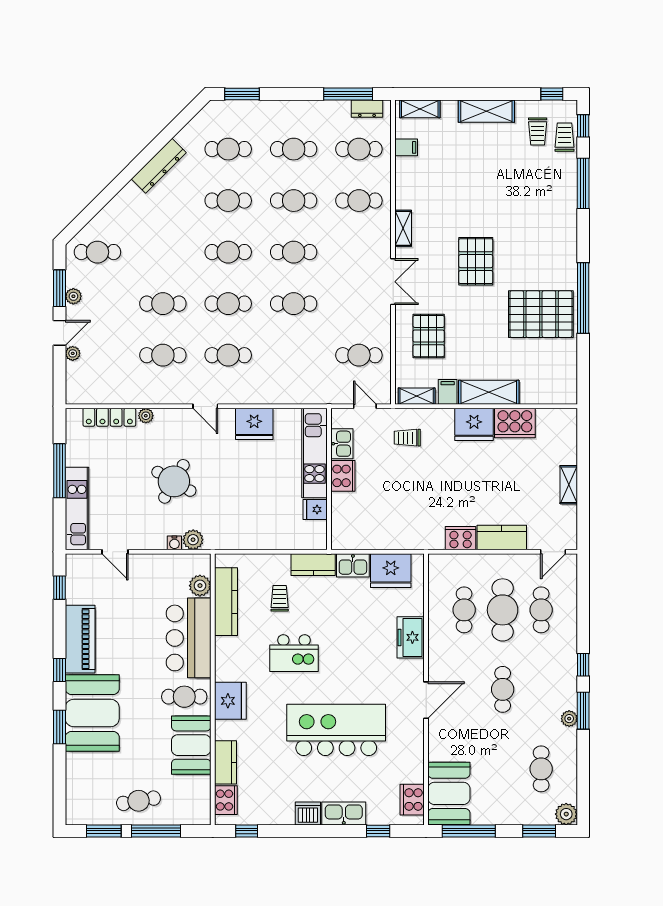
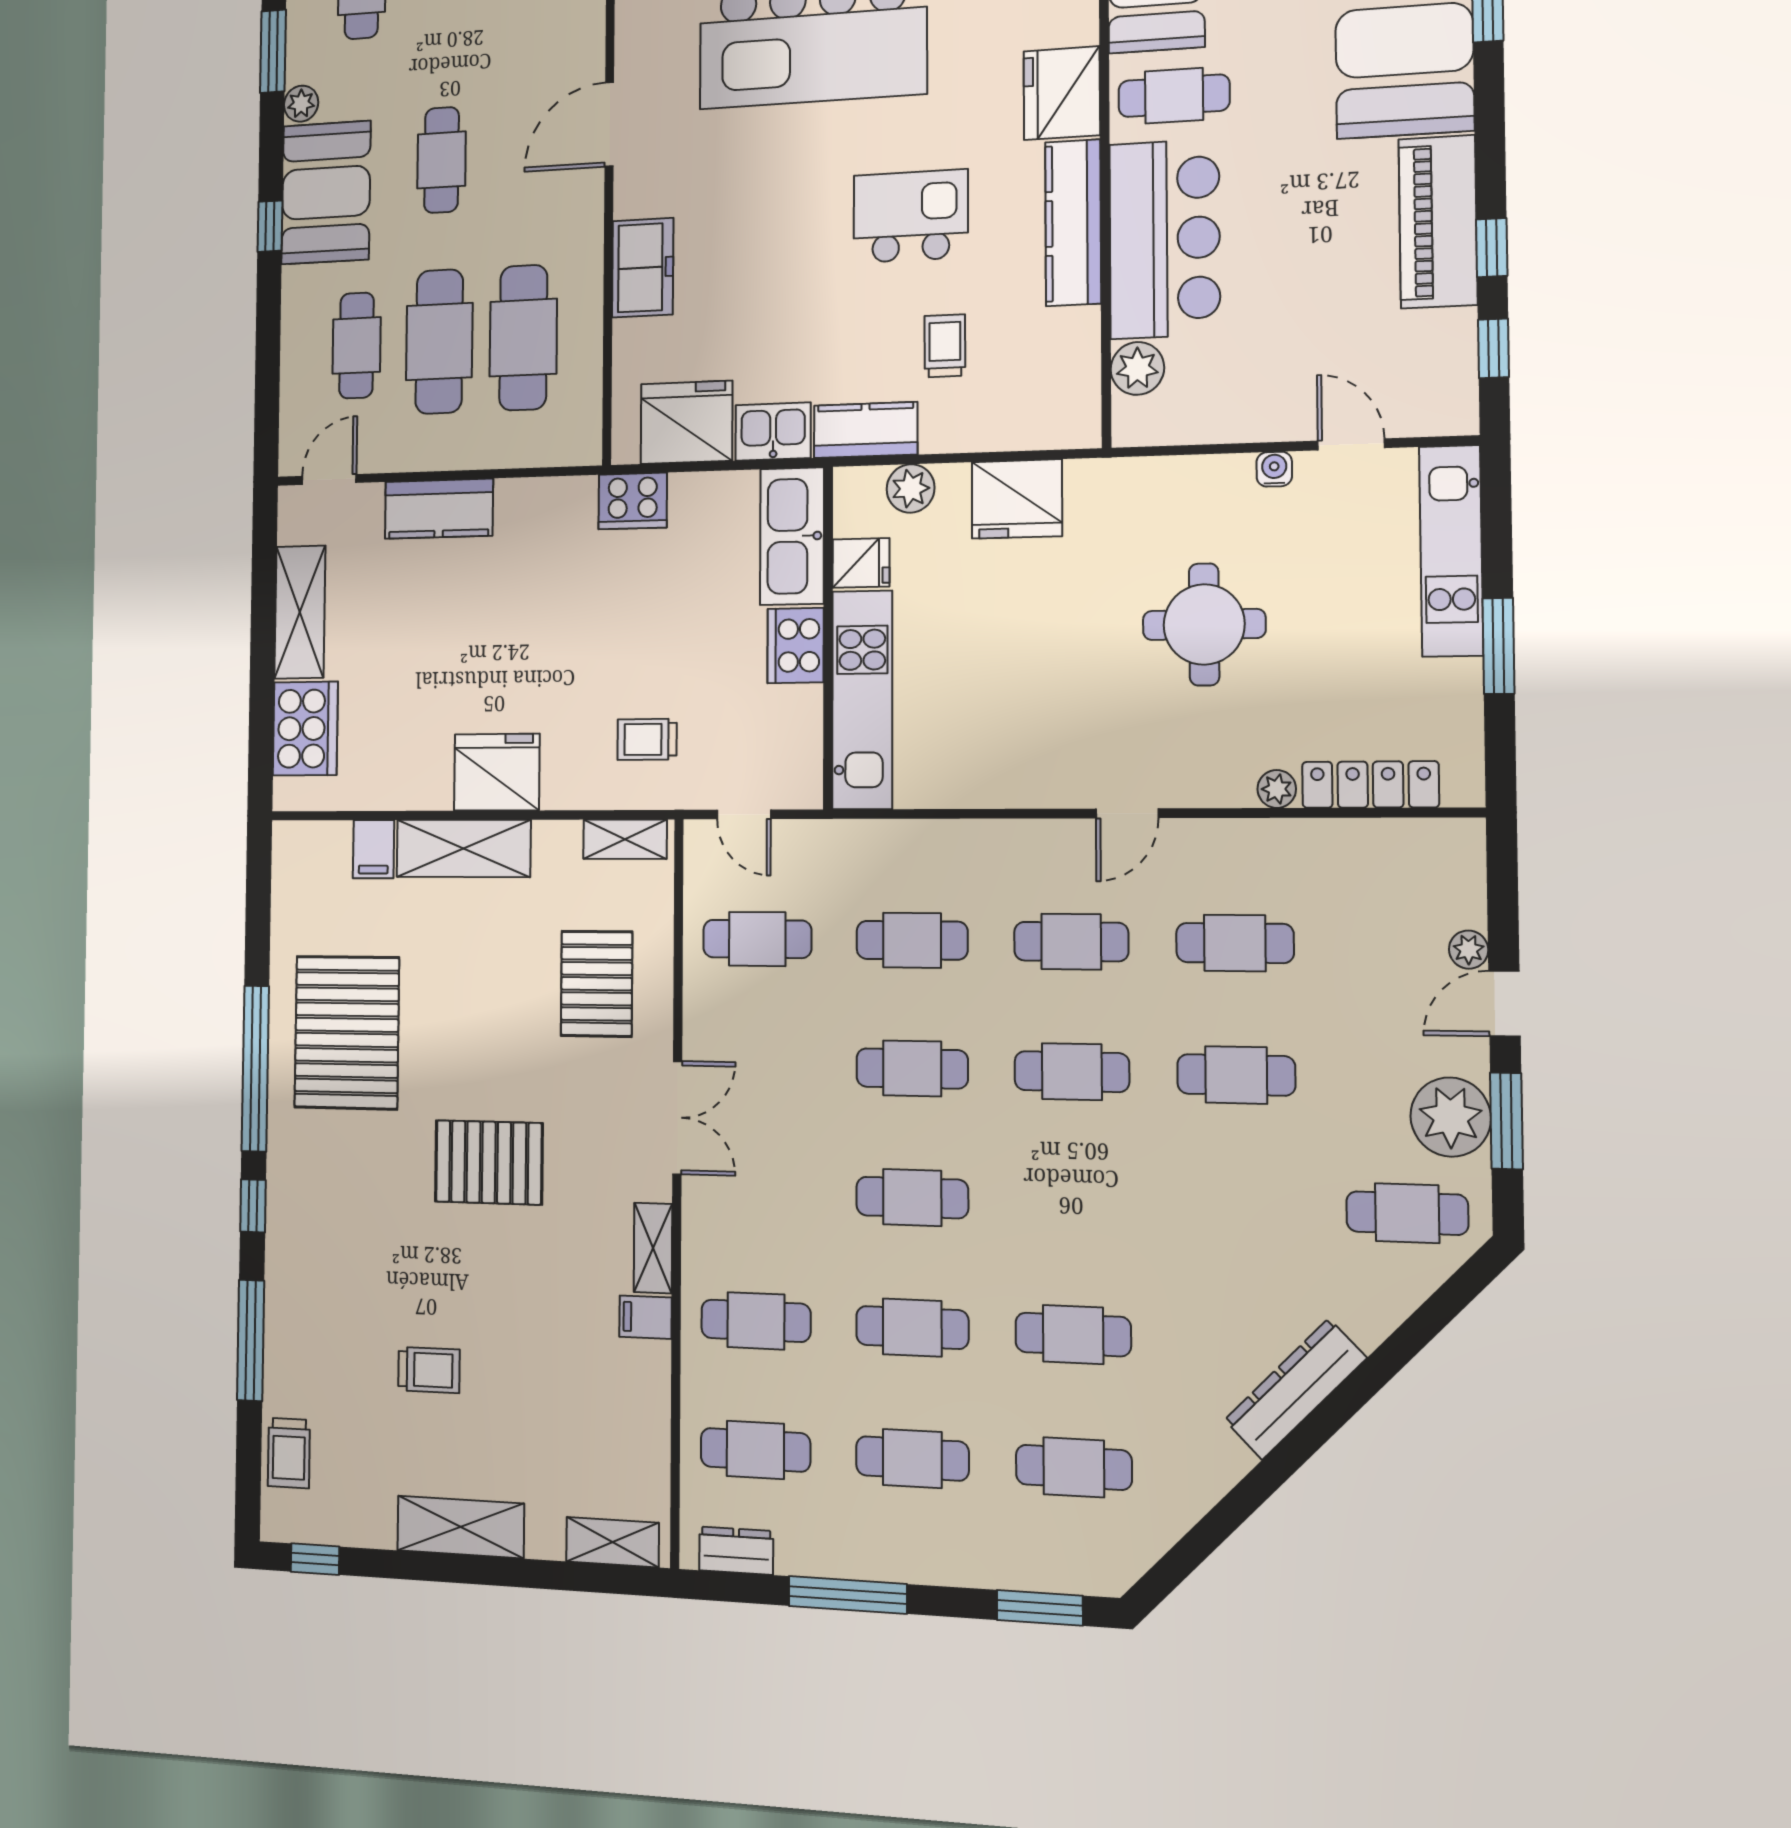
window: (348, 94) -> (848, 1595), moved
window: (583, 126) -> (253, 1206), moved
trolley: (538, 131) -> (429, 1370), moved, turned 90
filing cabinet: (406, 147) -> (646, 1317), moved
dresser: (159, 166) -> (1295, 1389), moved
cafe table: (228, 252) -> (912, 940), moved
pallet: (476, 261) -> (489, 1162), turned 90
double door: (393, 282) -> (677, 1118), swing flipped
plant: (73, 296) -> (1451, 1117), width x1.87, depth x1.87
pallet: (541, 314) -> (347, 1032), turned 90
filing cabinet: (448, 392) -> (374, 849), moved
door: (205, 406) -> (1127, 813), swing flipped
cooker: (515, 423) -> (305, 729), moved, turned 90
fridge: (254, 424) -> (1017, 499), moved, turned 180
trolley: (407, 438) -> (647, 739), turned 180
kitchen sink: (342, 444) -> (792, 536), moved, width x1.87, depth x1.24
window: (60, 471) -> (1498, 646), width x0.69
round table: (174, 481) -> (1204, 624), turned -30
shelving: (569, 485) -> (300, 612), width x1.50, depth x1.33
cooker: (461, 538) -> (633, 501), moved
plant: (193, 540) -> (911, 488), moved
water cooler: (174, 543) -> (1274, 469), moved
trolley: (280, 598) -> (945, 346), turned 180
kitchen counter: (226, 602) -> (1073, 223), moved
cafe table: (464, 610) -> (523, 338), width x1.37, depth x1.35
window: (60, 670) -> (1492, 248), moved
booth: (557, 678) -> (326, 193), added
window: (583, 711) -> (273, 51), moved

